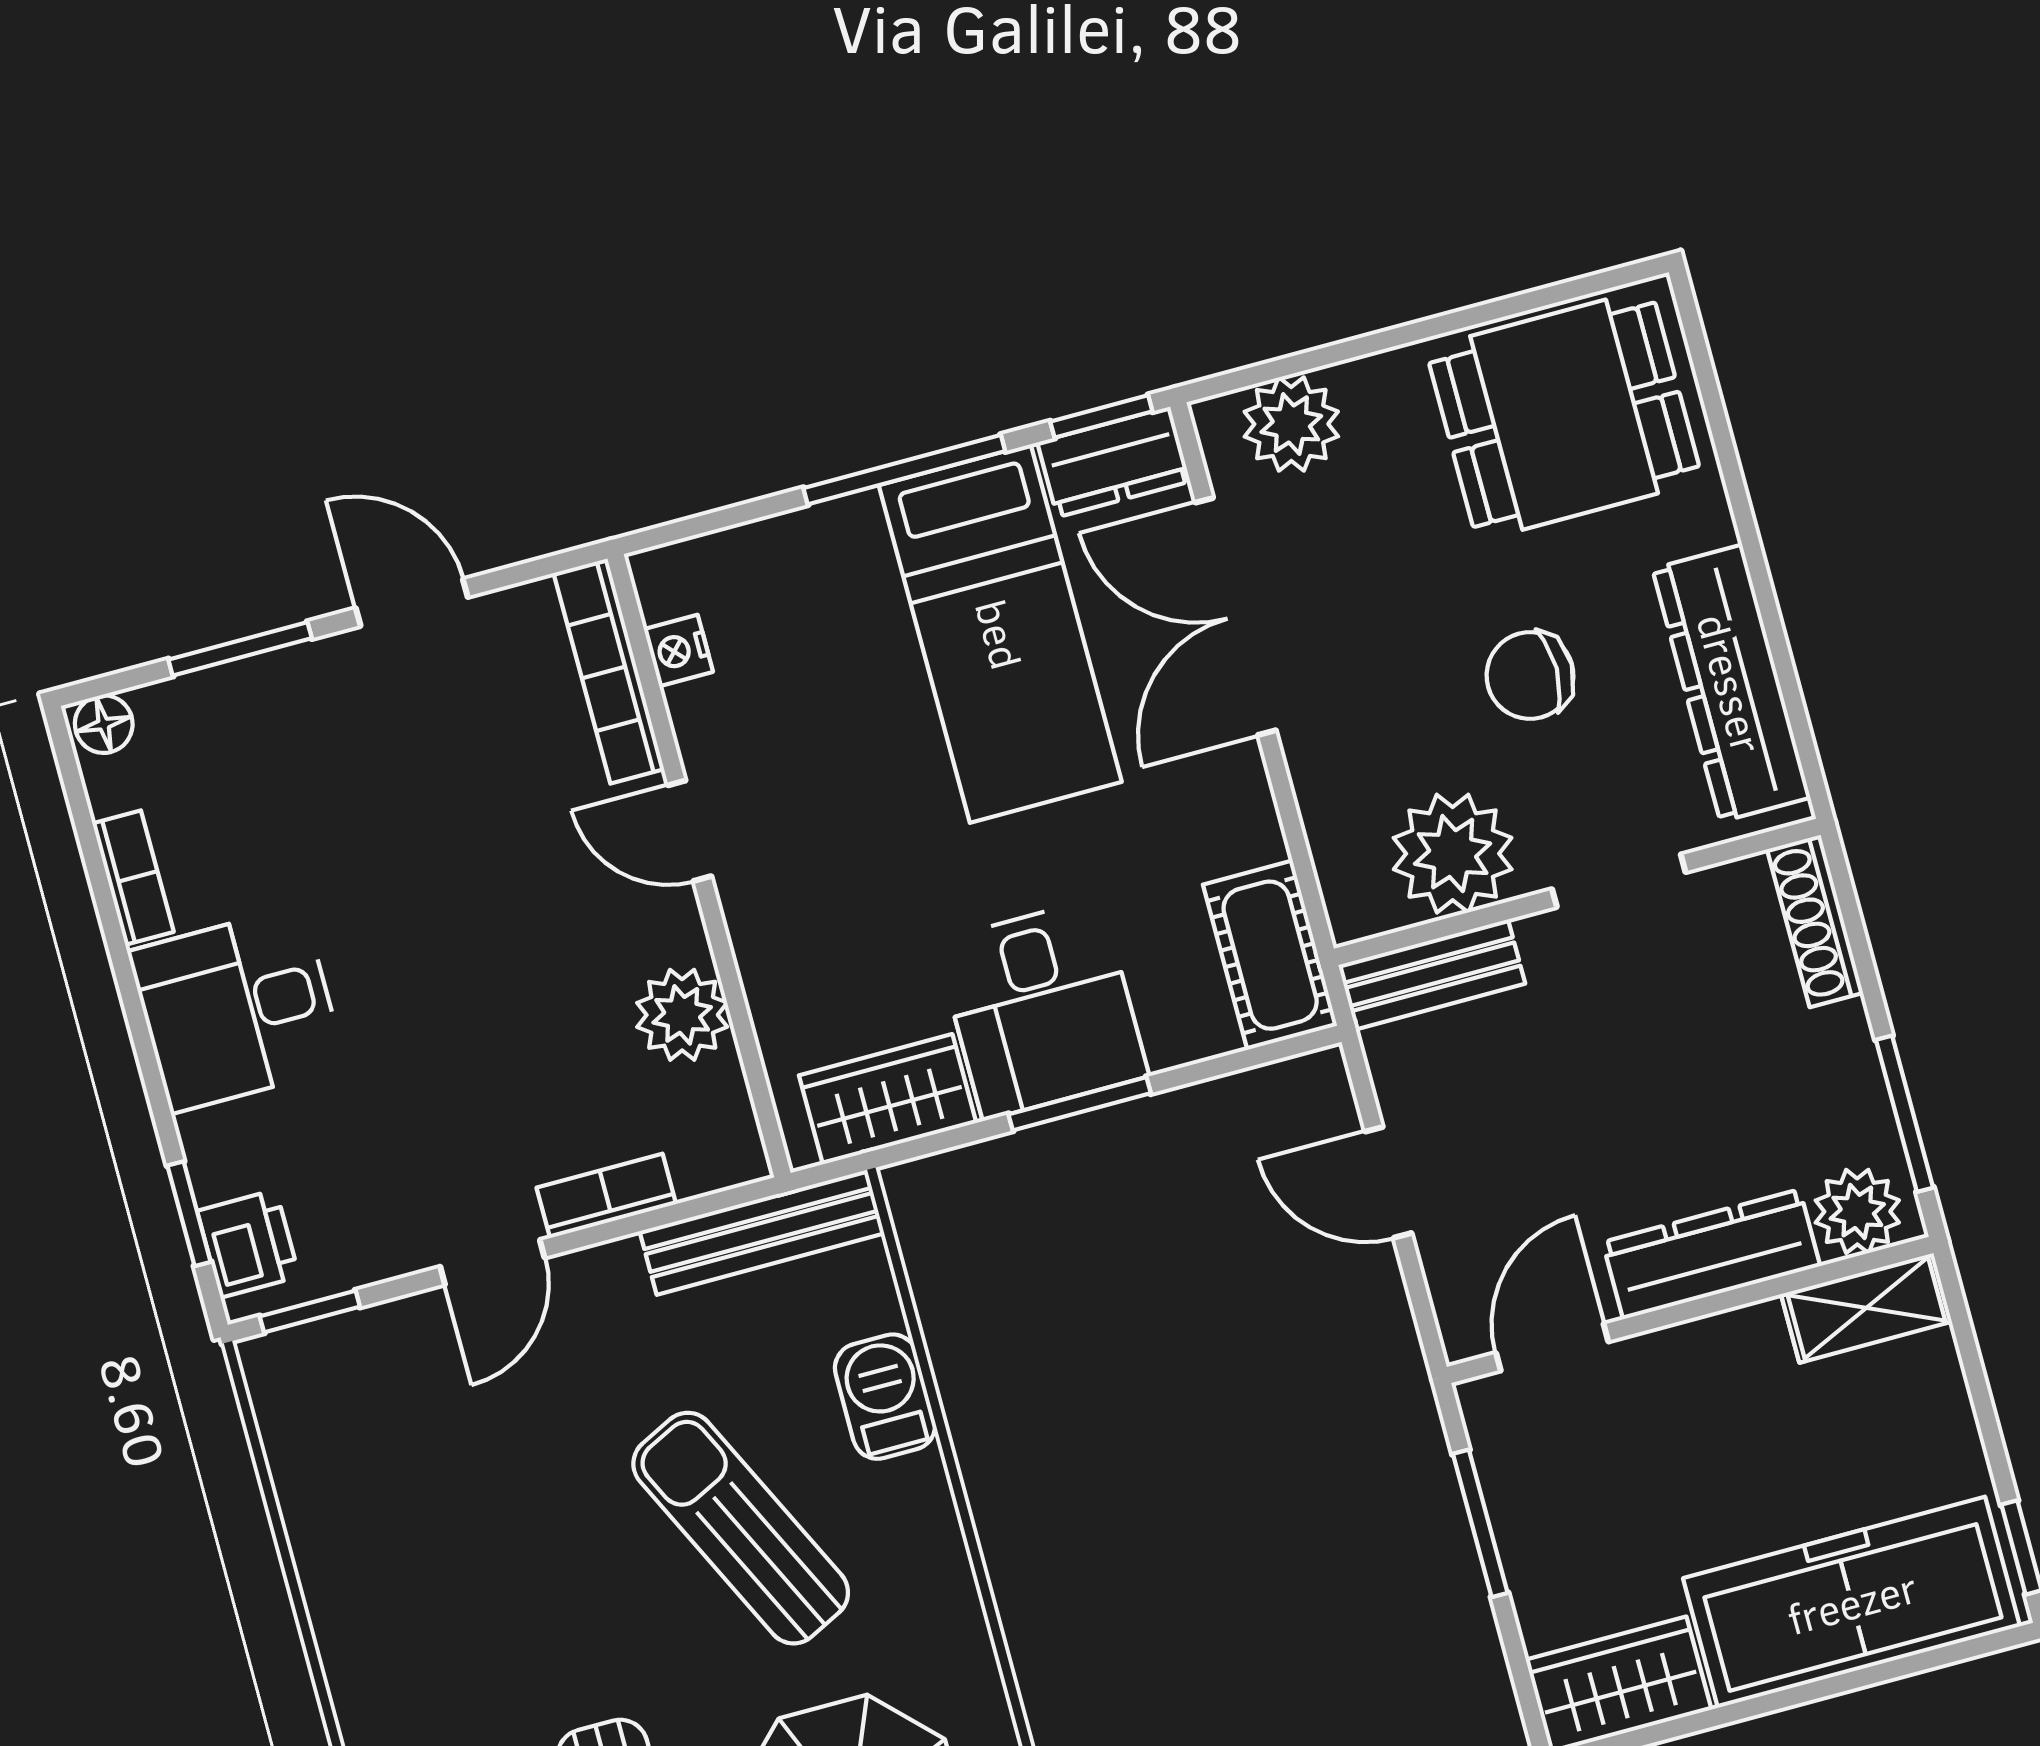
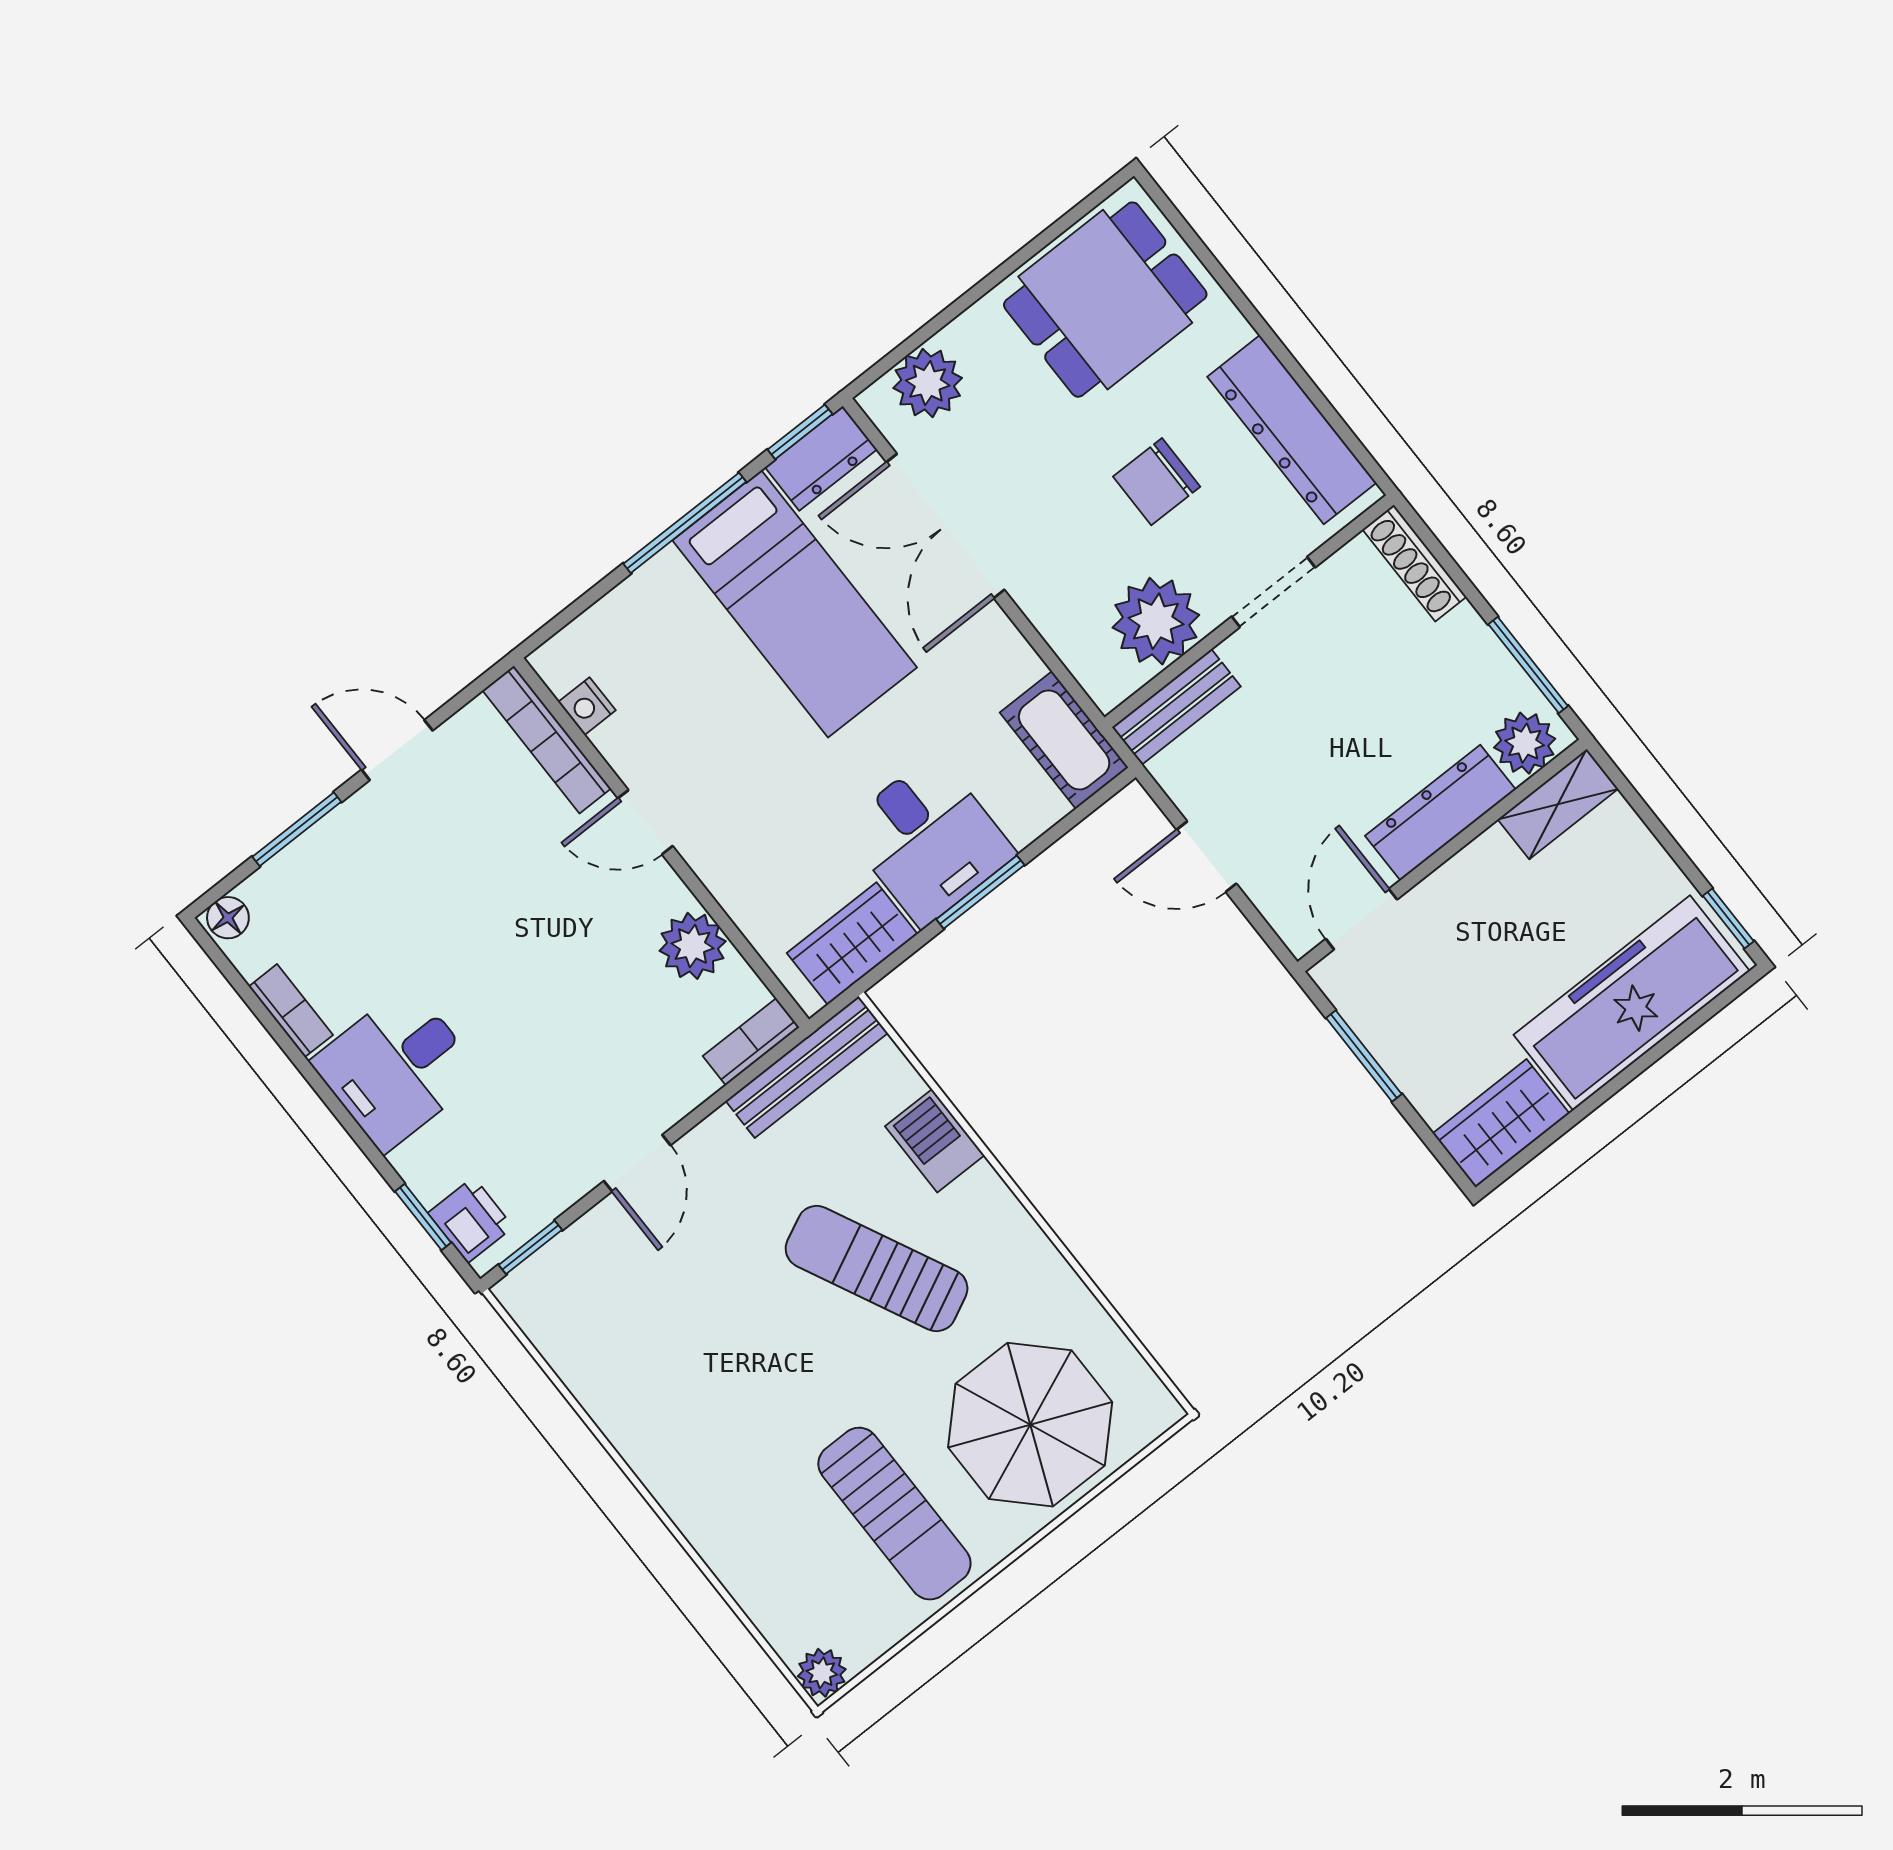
bookcase: (606, 1196) -> (751, 1042), moved

